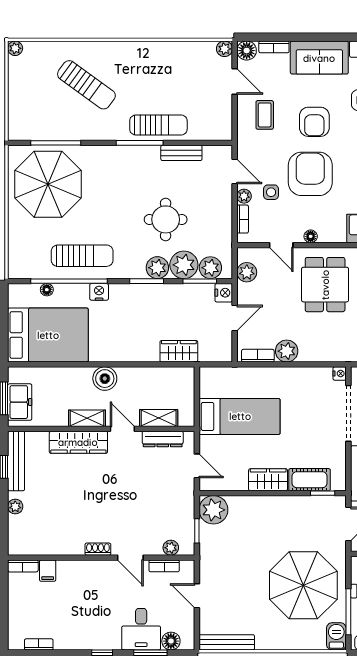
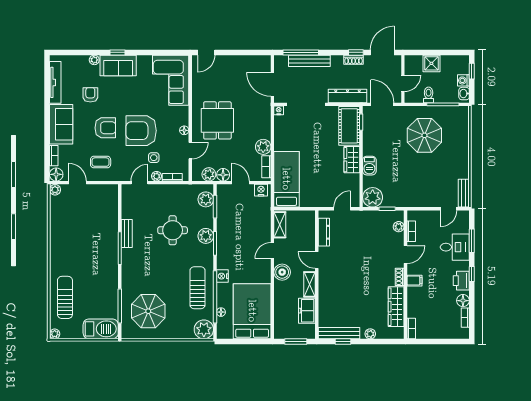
door: (235, 81) -> (77, 183), hinge flipped
sun lounger: (86, 85) -> (65, 297), moved, turned -36
barbecue: (22, 115) -> (101, 329), added
sun lounger: (158, 125) -> (107, 235), removed
bench: (181, 153) -> (127, 233), moved
parasol: (48, 184) -> (148, 311), width x0.73, depth x0.73
plant: (184, 265) -> (204, 329), moved
dining table: (325, 285) -> (217, 120), turned 90
nightstand: (224, 293) -> (261, 190), moved
floor lamp: (246, 293) -> (223, 175), added
wardrobe: (179, 351) -> (263, 221), removed
door: (136, 364) -> (272, 251), added
freezer: (20, 402) -> (307, 311), moved, turned -90
bed: (240, 416) -> (286, 179), moved
shelving: (159, 418) -> (280, 225), moved
door: (122, 429) -> (317, 260), hinge flipped
wardrobe: (78, 442) -> (396, 307), moved, turned 180
cot: (310, 480) -> (349, 126), width x1.37, depth x1.34
filing cabinet: (48, 571) -> (414, 281), moved
parasol: (303, 585) -> (424, 135), width x0.73, depth x0.73
door: (197, 596) -> (448, 209), moved
barbecue: (336, 636) -> (369, 166), moved, turned -90
printer: (92, 639) -> (461, 281), added
floor lamp: (171, 641) -> (463, 301), moved
bench: (227, 642) -> (464, 193), width x0.73

